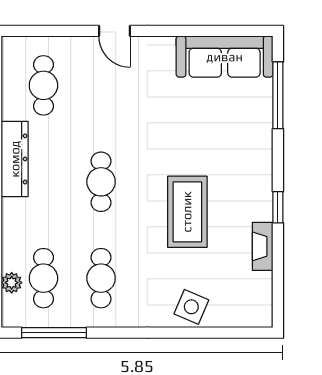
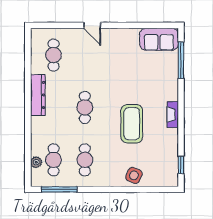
sofa: (225, 57) -> (159, 39), width x0.73
window: (278, 207) -> (181, 165), moved
fireplace: (263, 246) -> (173, 115), moved

